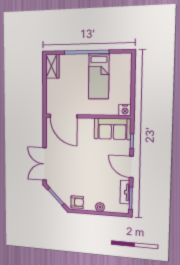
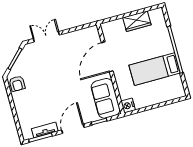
wardrobe: (52, 66) -> (137, 21), moved
door: (63, 116) -> (107, 57), moved
double door: (45, 164) -> (46, 37), width x0.73
plant: (100, 207) -> (20, 109), removed

